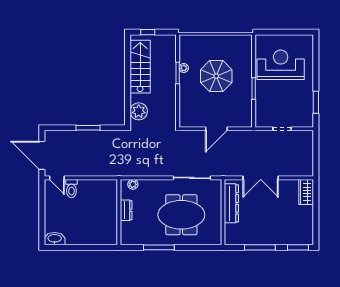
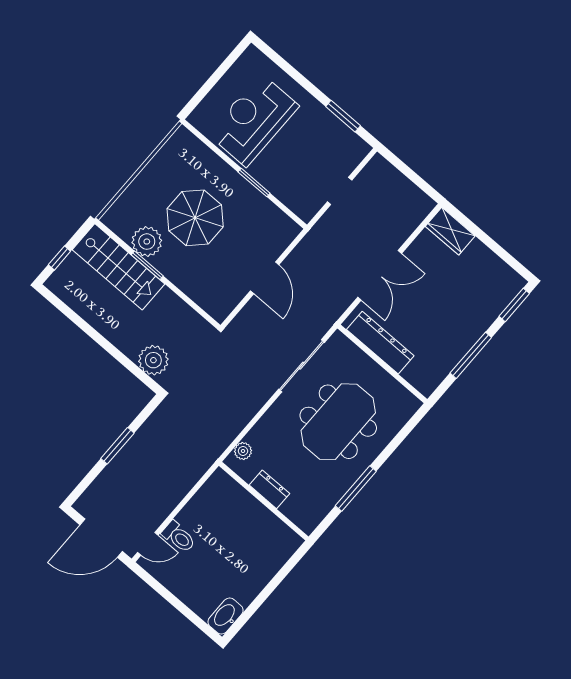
stairs: (140, 67) -> (118, 267), moved, turned 180
plant: (184, 68) -> (147, 242), width x1.87, depth x1.87

